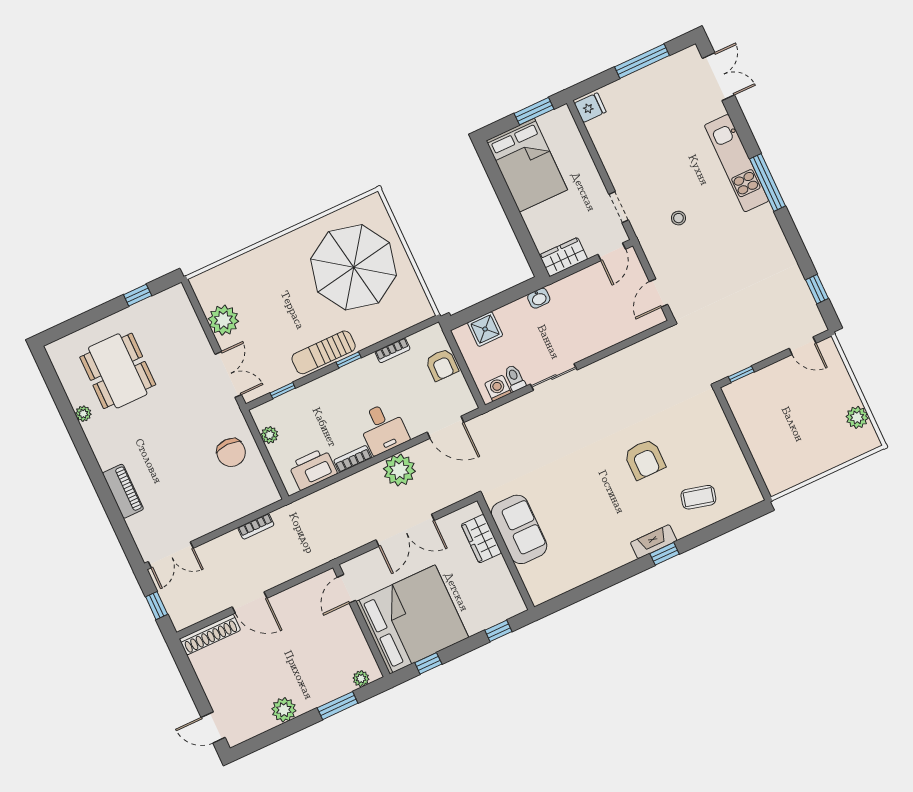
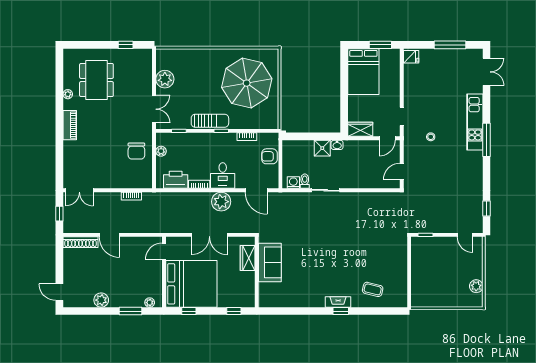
shower: (485, 329) -> (322, 148), moved
sun lounger: (324, 352) -> (210, 121), turned 180
armchair: (442, 365) -> (269, 156), turned 90
armchair: (645, 459) -> (354, 256), removed
piano: (123, 491) -> (70, 125), moved

